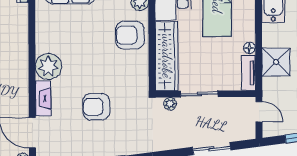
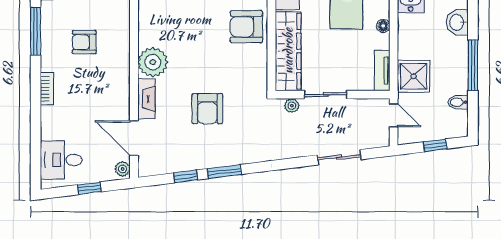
floor lamp: (249, 48) -> (383, 26), moved
shower: (276, 62) -> (414, 76), moved
armchair: (96, 107) -> (207, 109), turned -90

